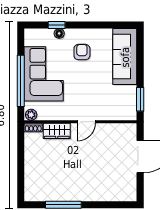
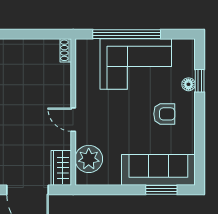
window: (140, 99) -> (161, 190), moved
plant: (31, 115) -> (89, 159), moved, width x1.87, depth x1.87
wardrobe: (57, 131) -> (61, 168), moved

